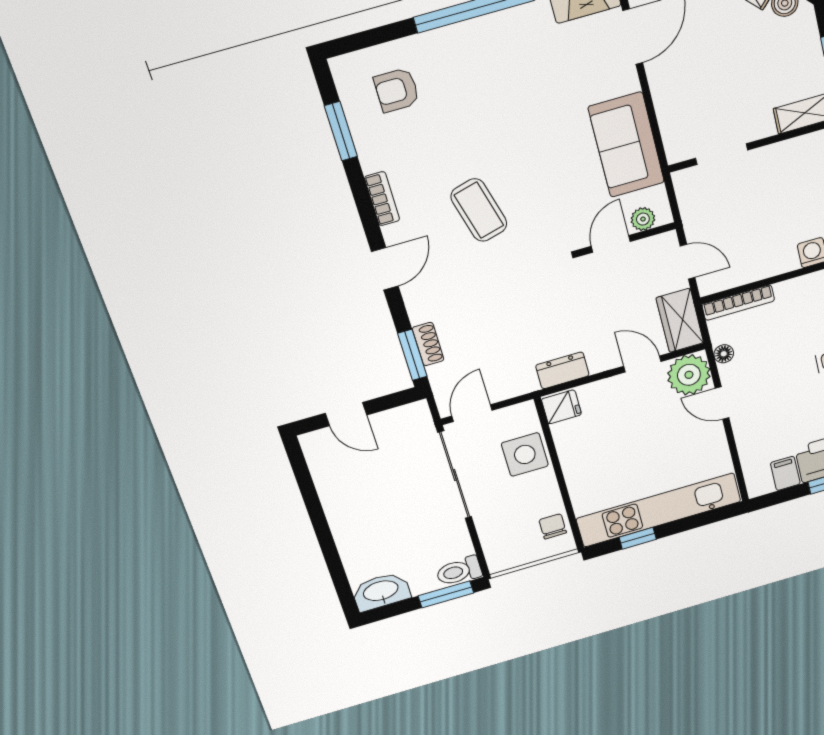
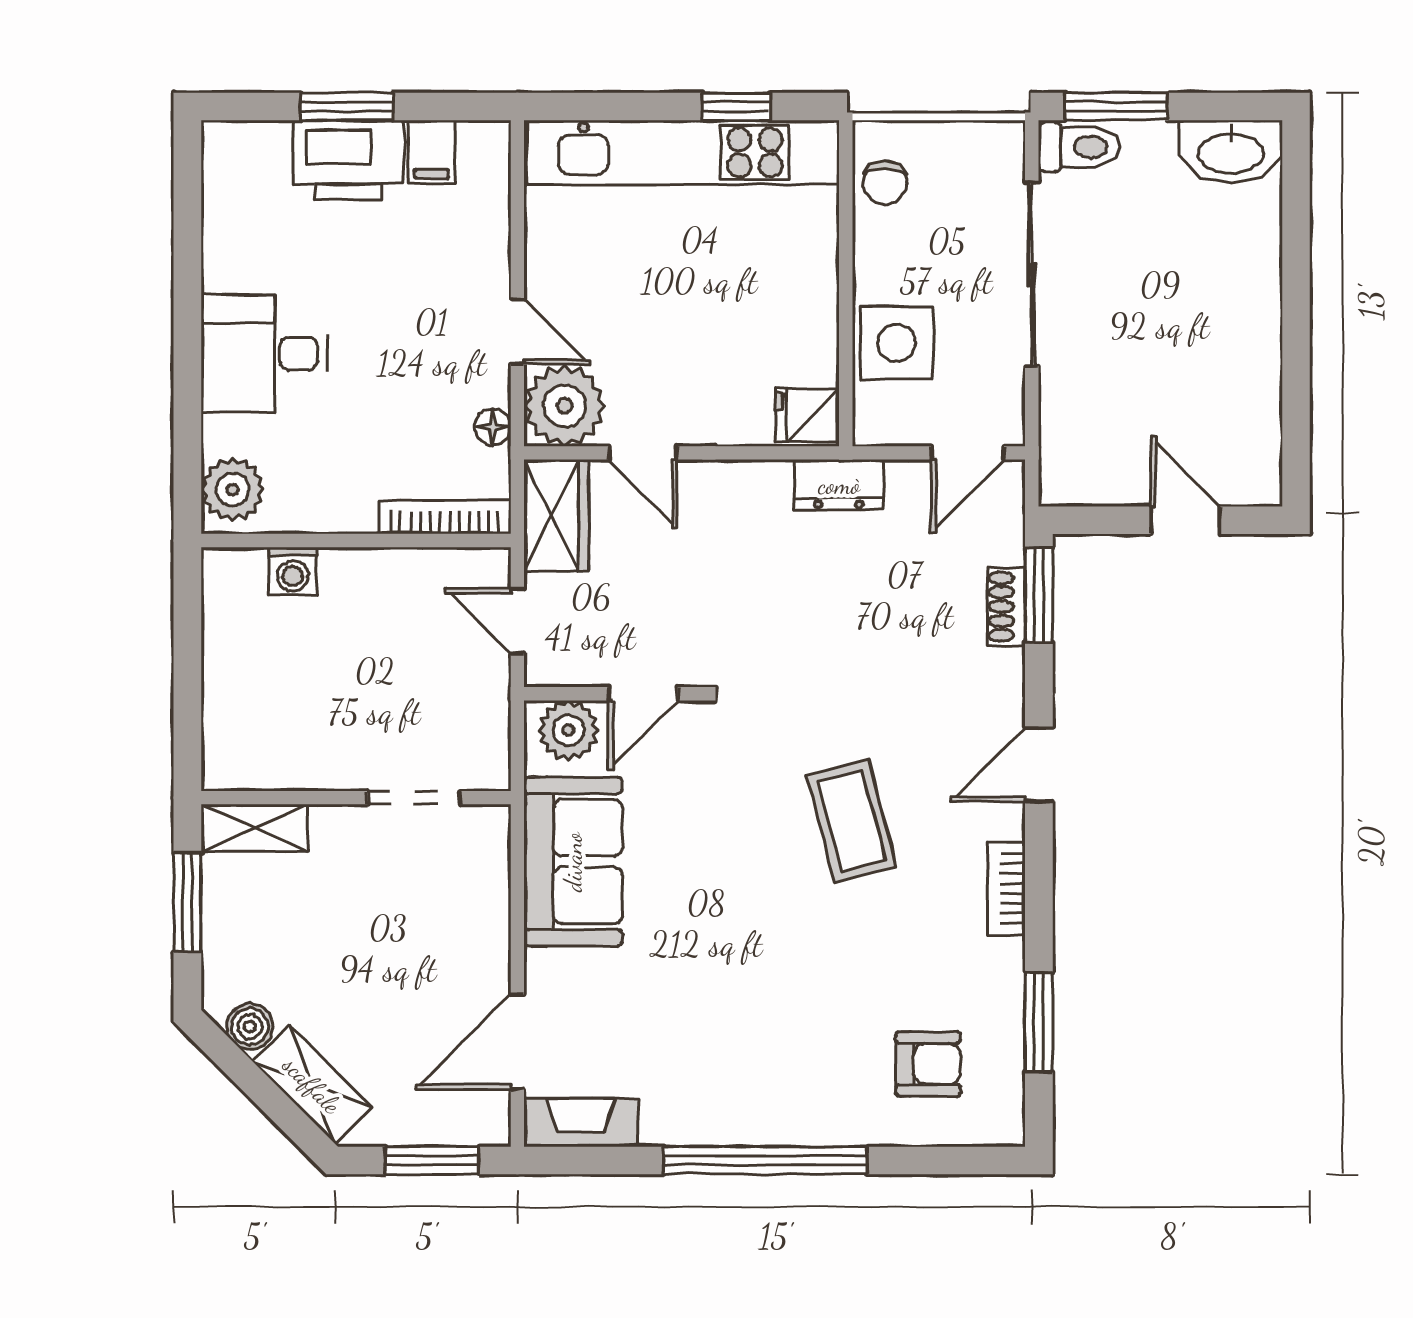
plant: (643, 219) -> (568, 730), width x1.38, depth x1.38
dresser: (562, 370) -> (839, 485), moved
sliding door: (455, 475) -> (1032, 274), moved

